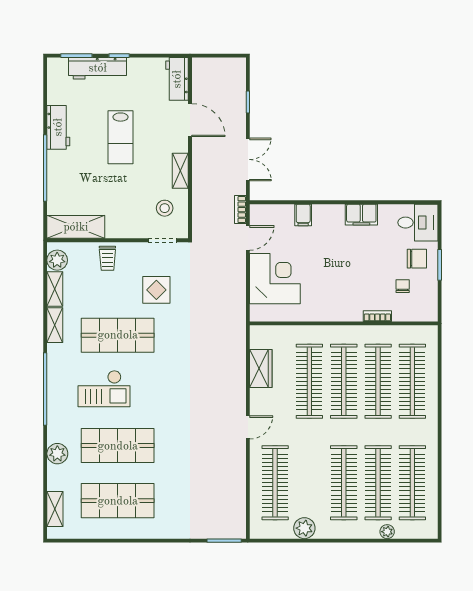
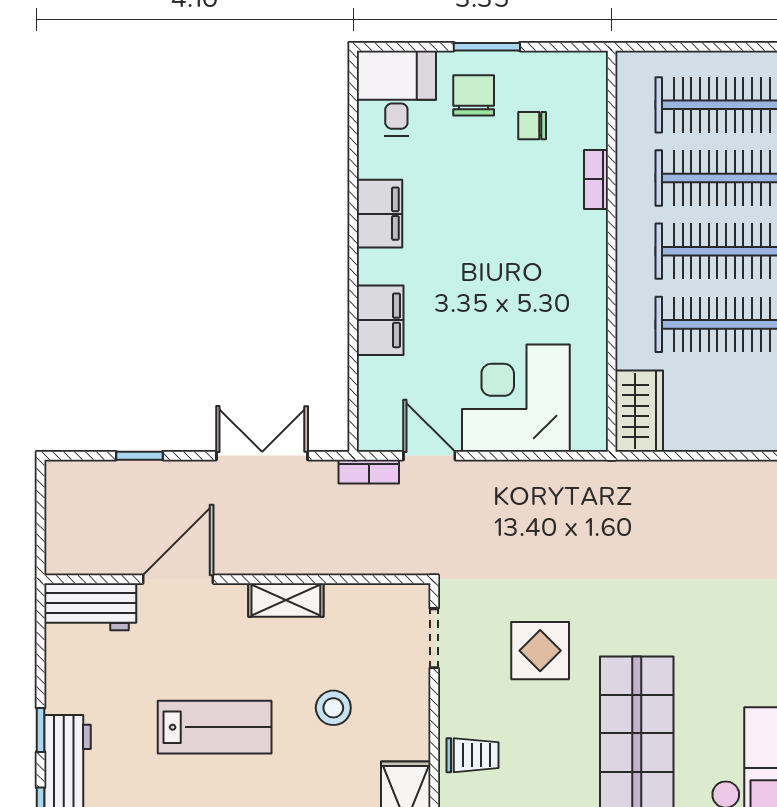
stool: (165, 208) -> (333, 708), moved
filing cabinet: (303, 215) -> (380, 320), width x2.00
wardrobe: (261, 369) -> (639, 411), moved, turned 90

